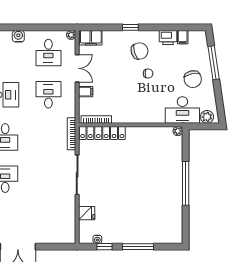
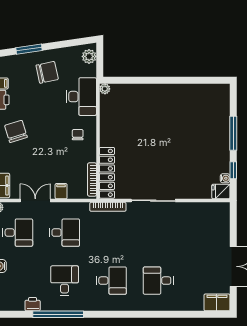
window: (214, 63) -> (29, 49), width x0.69
chair: (148, 74) -> (78, 135), moved
desk: (48, 95) -> (65, 233), turned 180
desk: (182, 110) -> (81, 97), moved
window: (186, 183) -> (163, 80), removed
fridge: (87, 213) -> (221, 192), moved, turned -90

